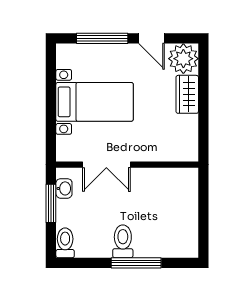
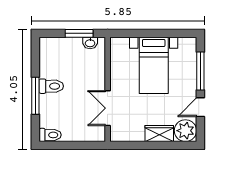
double door: (106, 165) -> (108, 108), moved
toilet: (65, 243) -> (50, 135), moved

